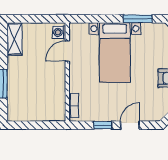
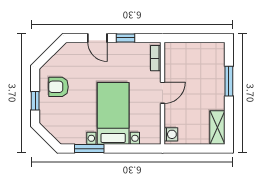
door: (67, 51) -> (163, 93), moved
door: (130, 125) -> (97, 38), hinge flipped

